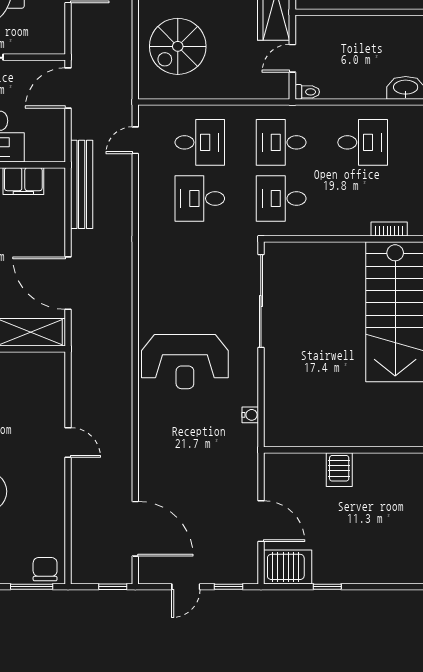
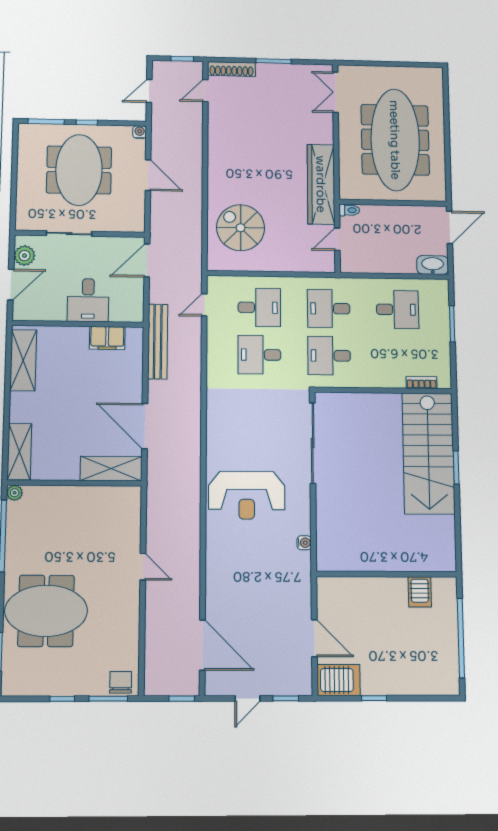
spiral stairs: (178, 46) -> (241, 228), turned 90
toilet: (307, 92) -> (349, 210), moved
server rack: (339, 470) -> (420, 592), moved

